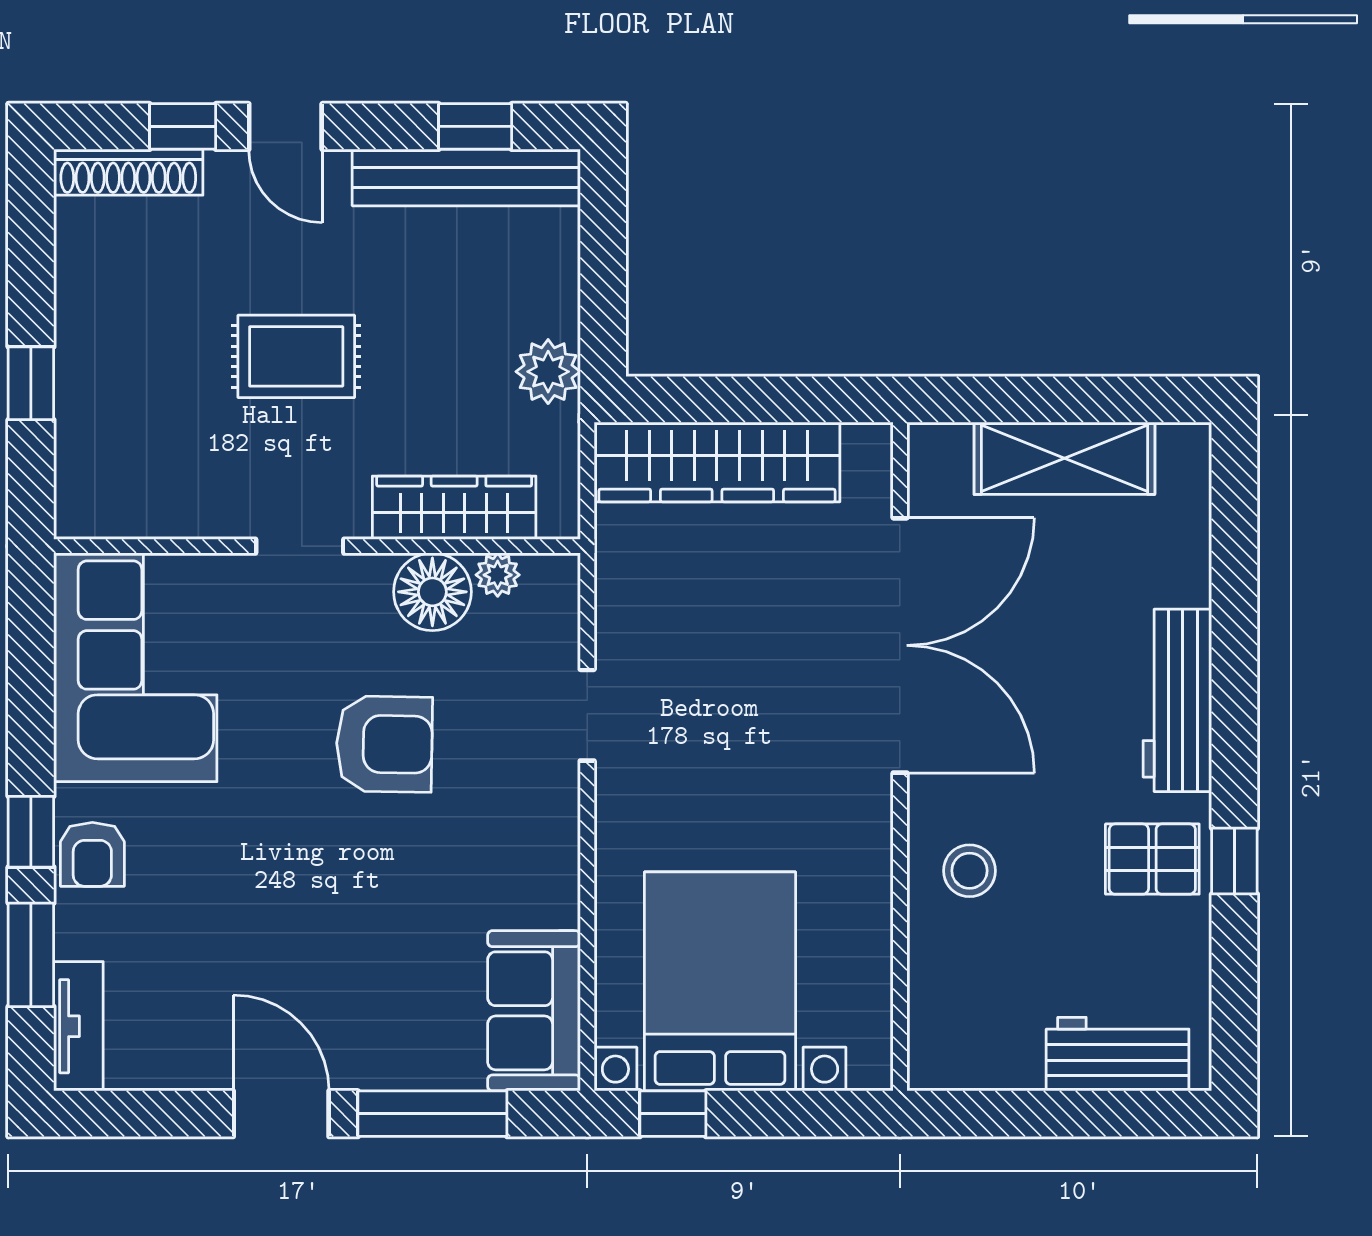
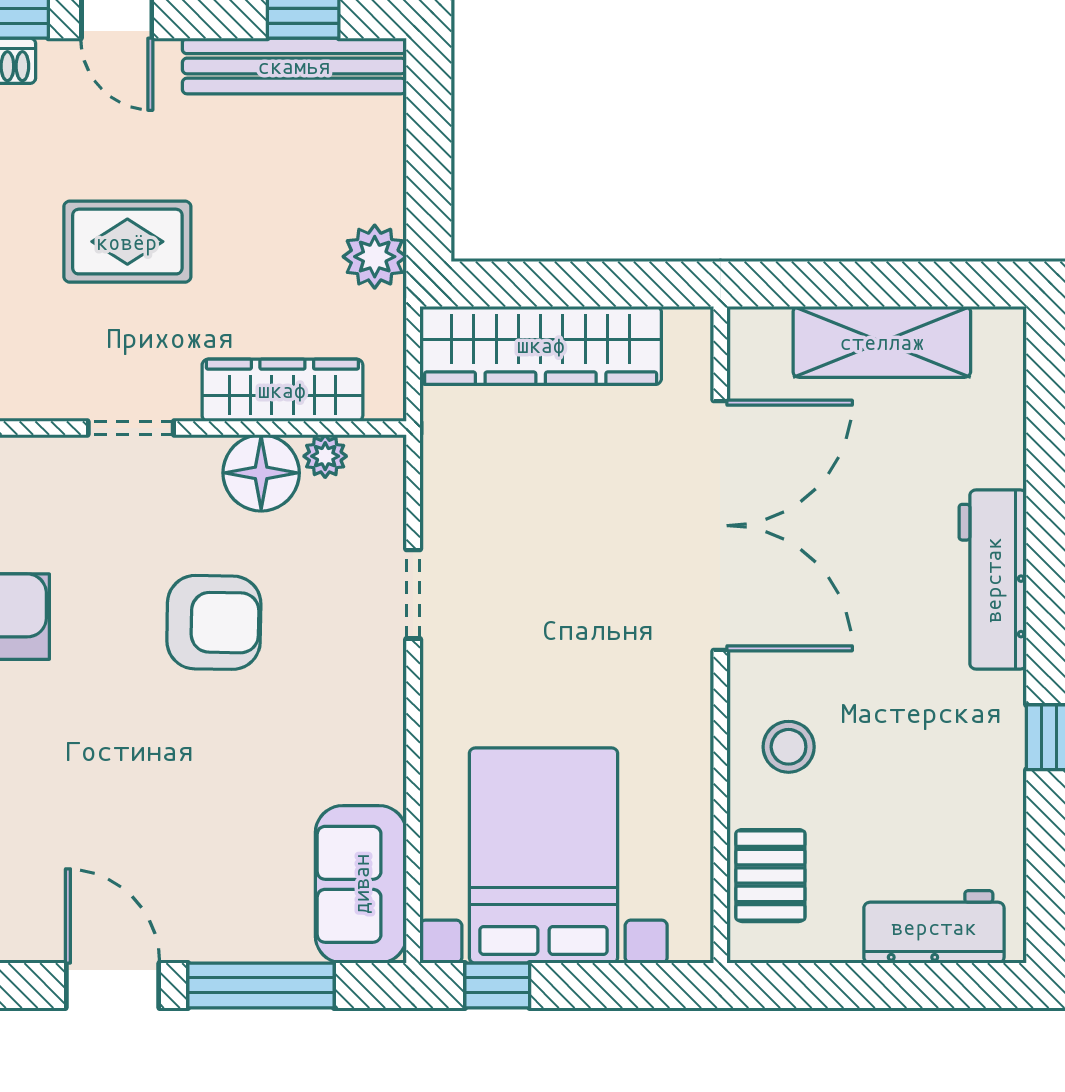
pallet: (1152, 859) -> (770, 876), moved, turned 90

